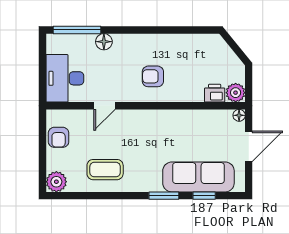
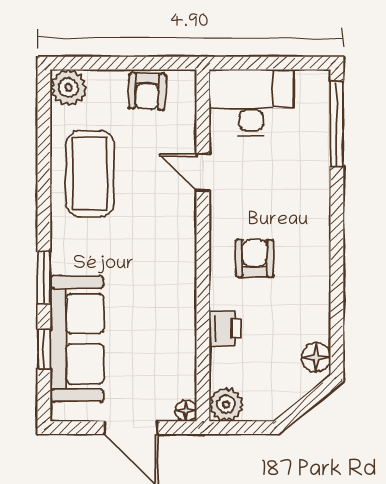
floor lamp: (104, 42) -> (316, 358), moved
printer: (215, 93) -> (225, 328), moved
armchair: (59, 137) -> (147, 91), turned -88
coffee table: (105, 170) -> (90, 174), width x1.36, depth x1.32

